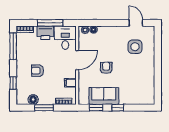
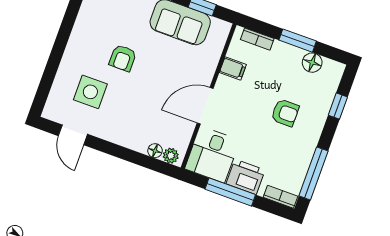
armchair: (106, 68) -> (123, 58), moved

